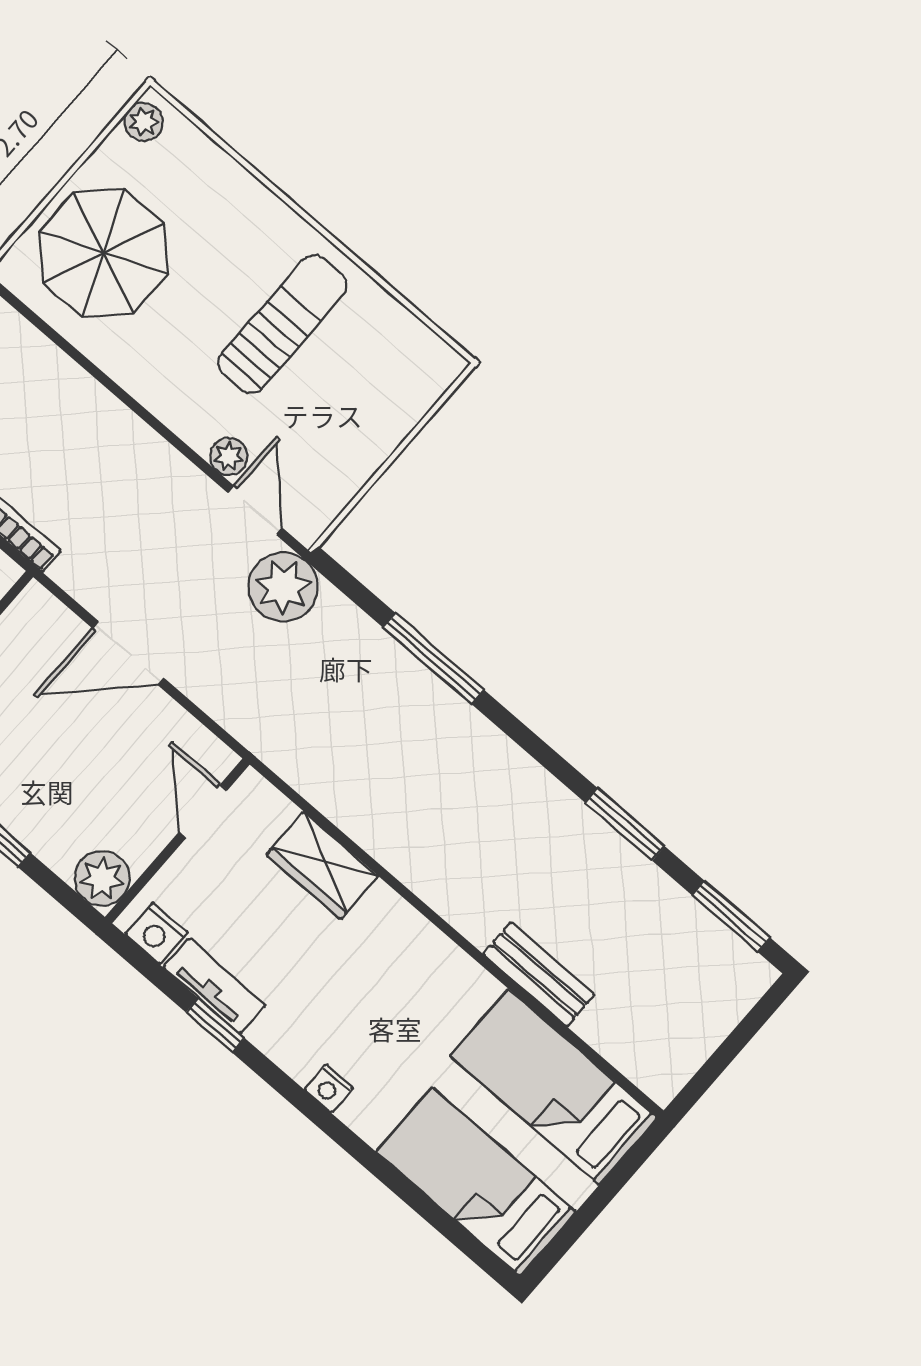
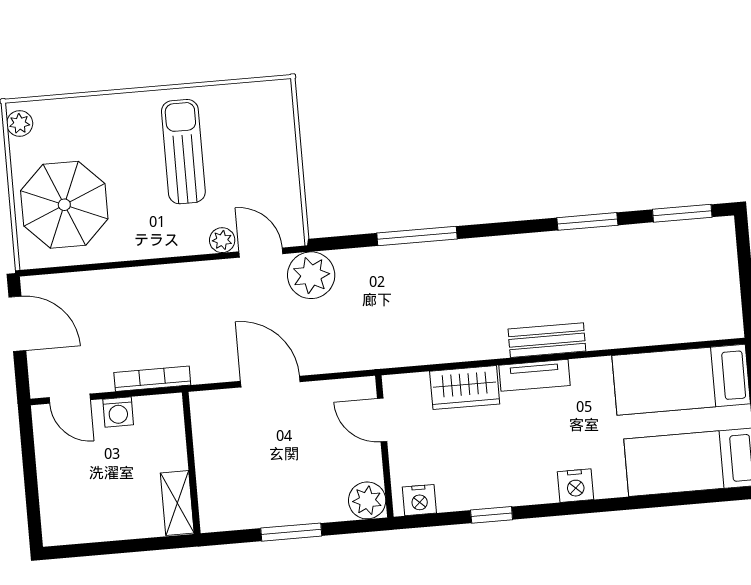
door: (128, 653) -> (270, 382), swing flipped
bench: (539, 974) -> (547, 340), moved
tv unit: (214, 986) -> (534, 375), moved, turned 180
nightstand: (329, 1088) -> (576, 486), width x1.39, depth x1.35

